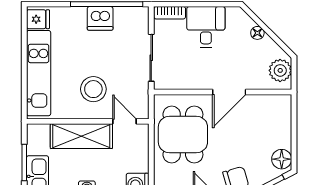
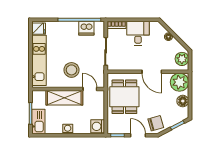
dishwasher: (100, 18) -> (86, 28), moved
door: (229, 92) -> (152, 72), hinge flipped
plant: (276, 110) -> (180, 82), added
floor lamp: (282, 159) -> (183, 101), moved

